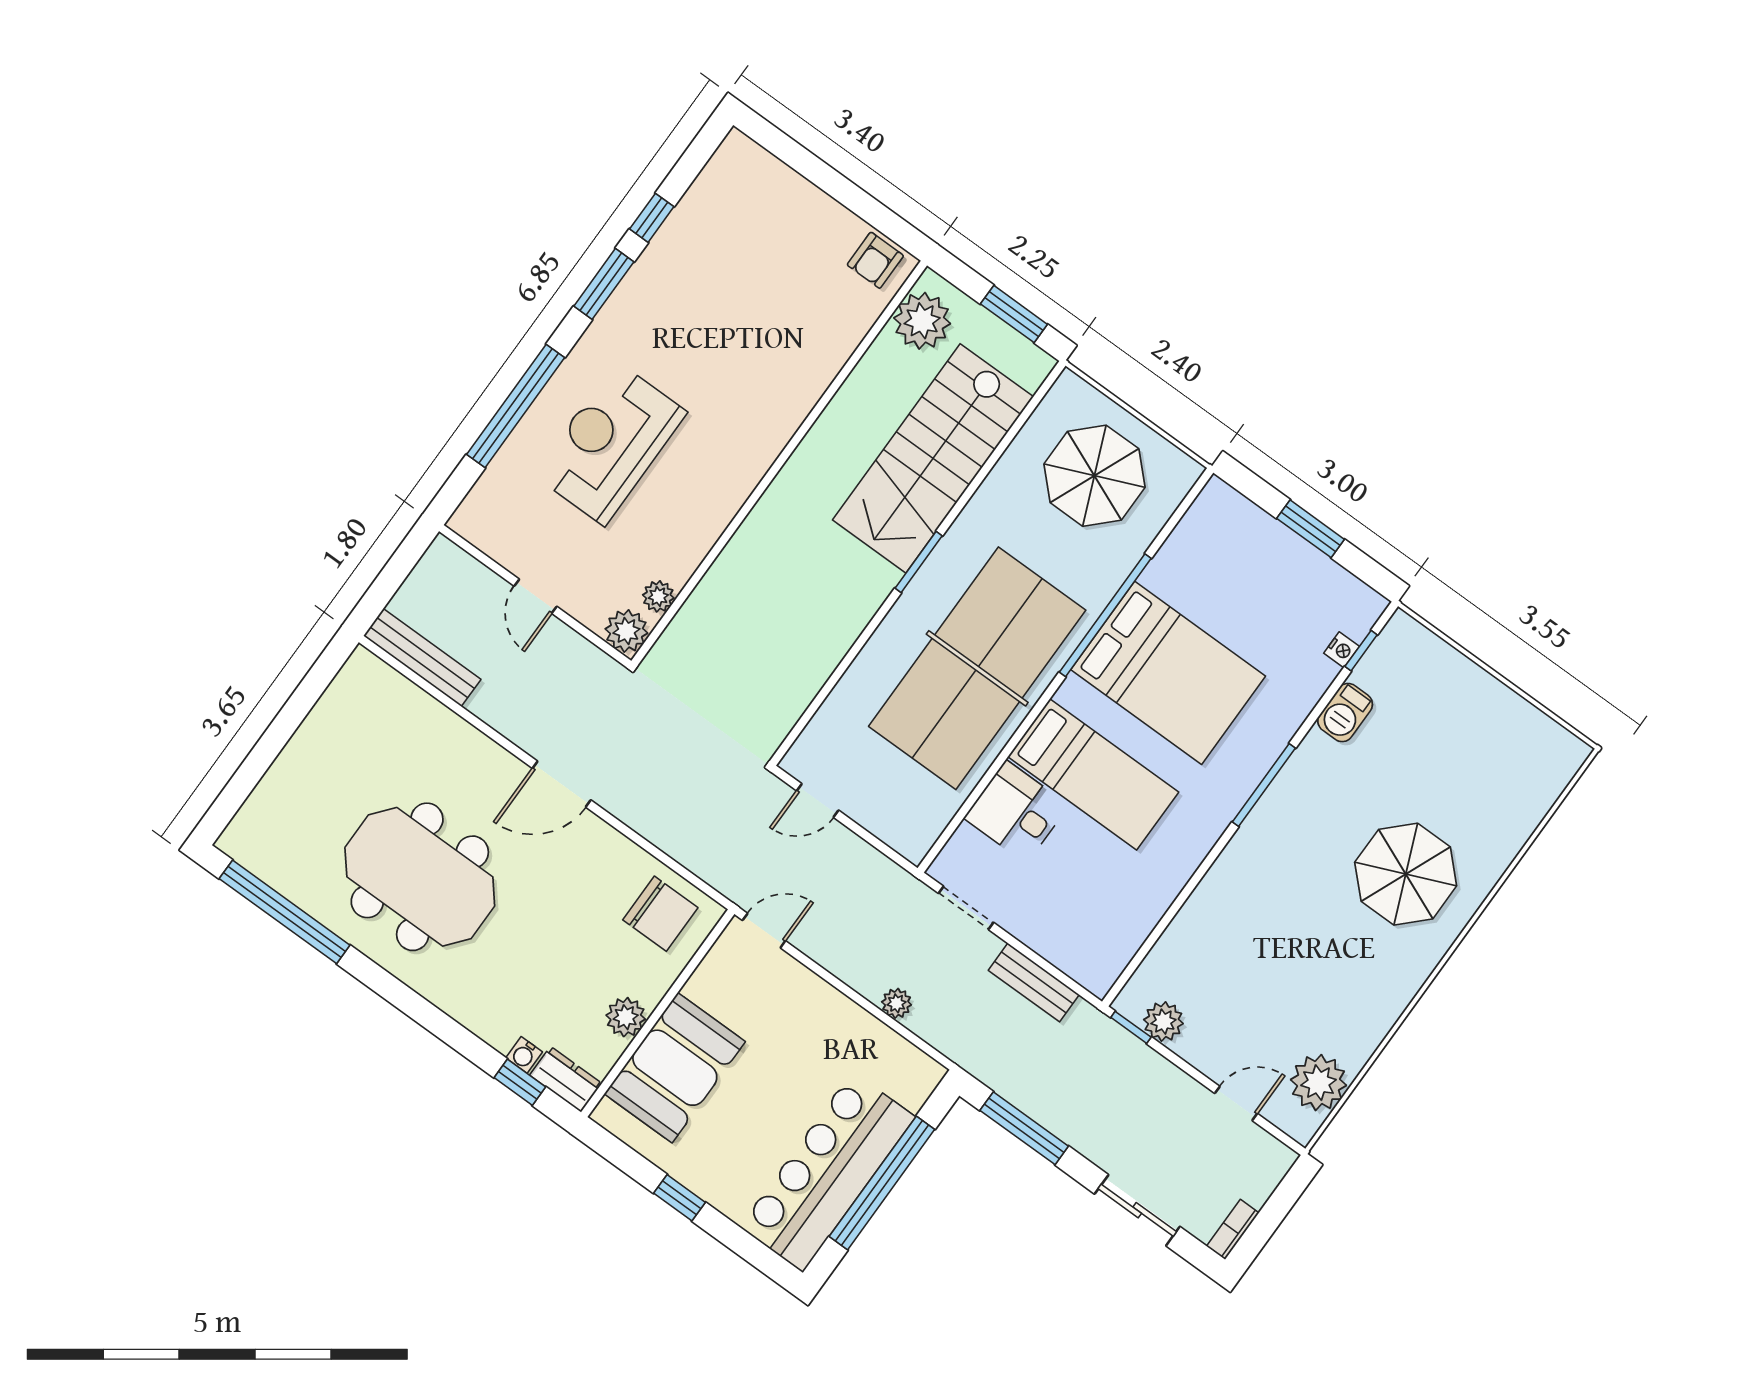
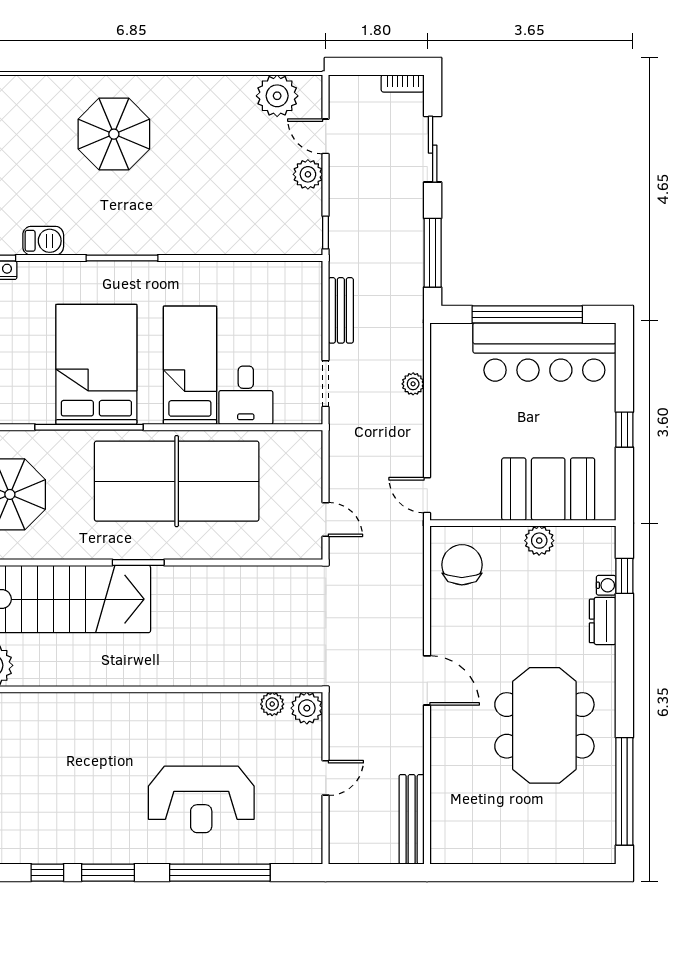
plant: (1163, 1022) -> (308, 174), moved
dresser: (566, 1079) -> (603, 621), moved

